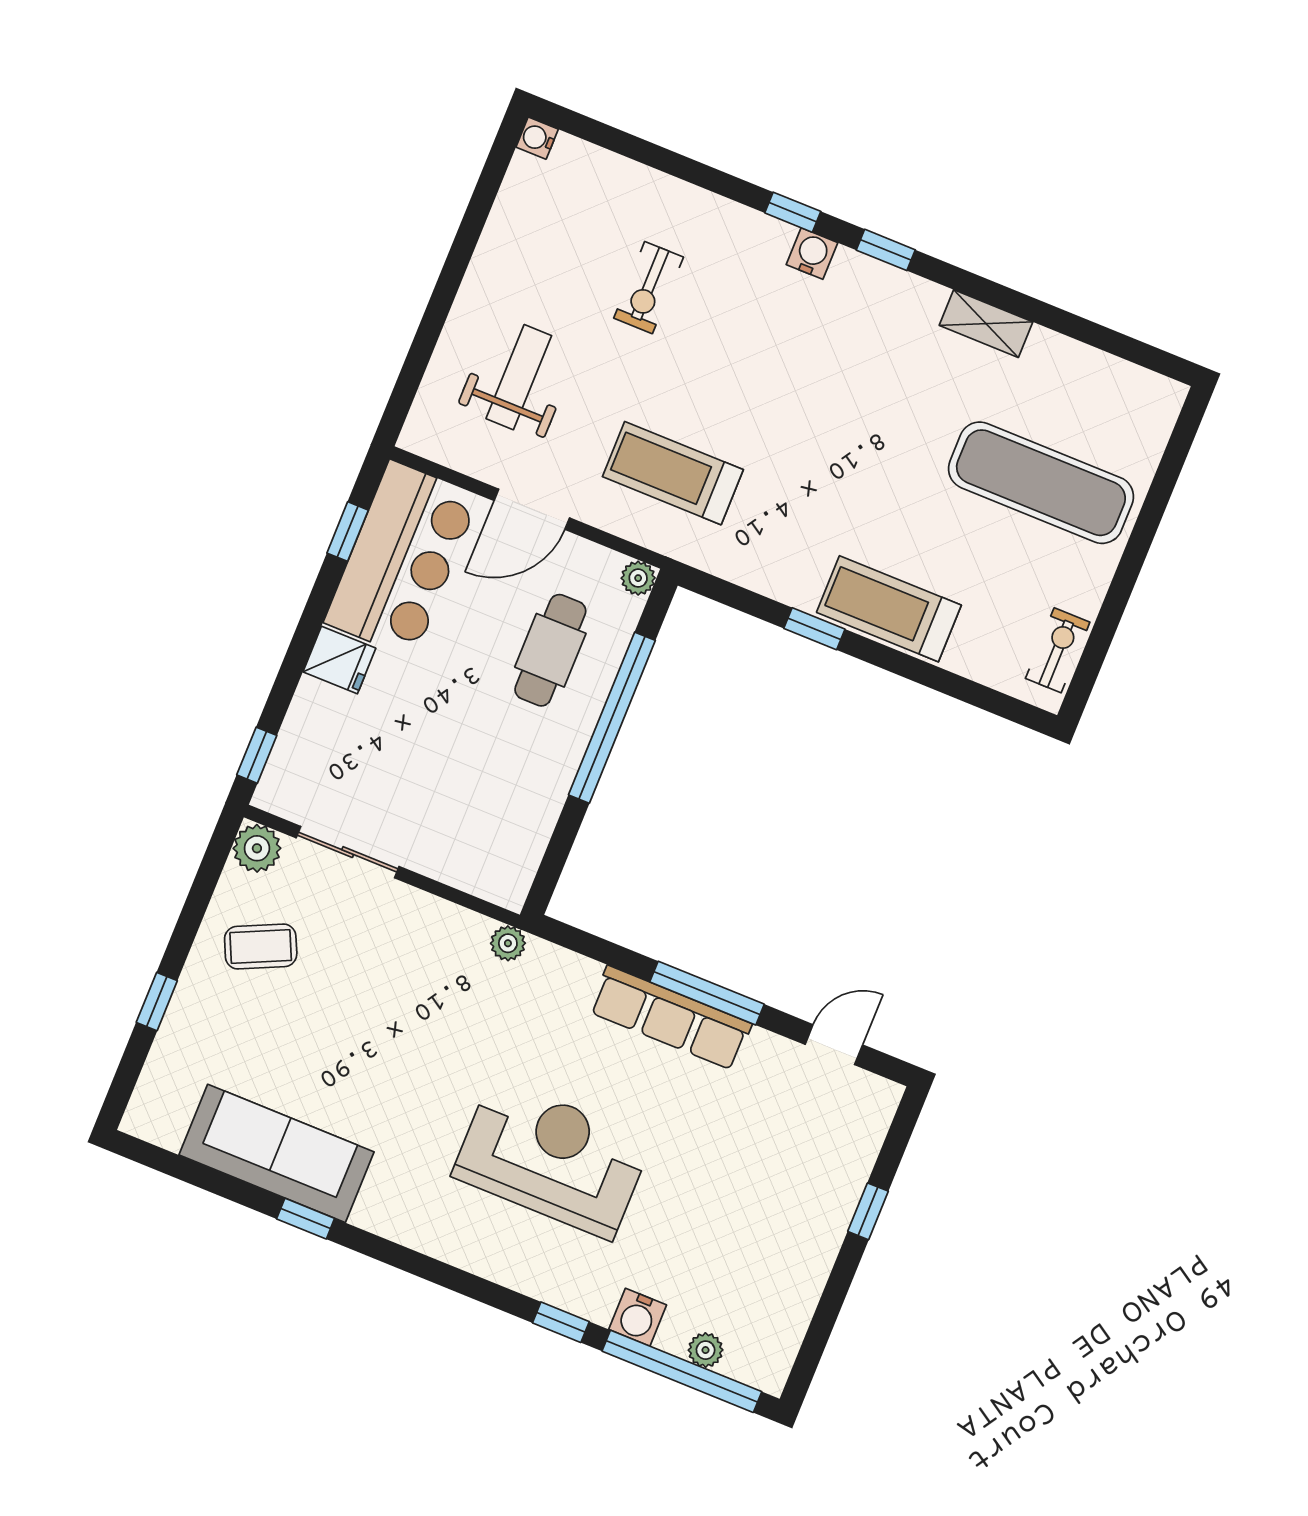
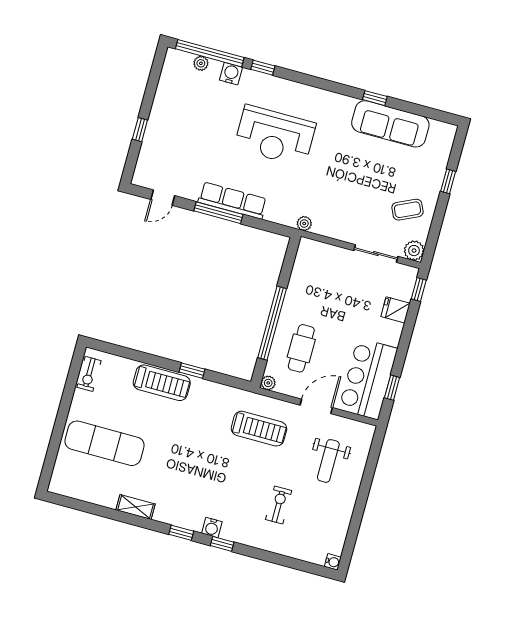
fridge: (339, 660) -> (395, 310), moved

